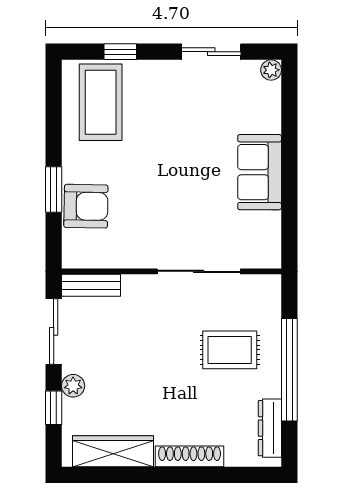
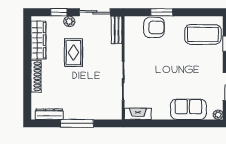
sofa: (260, 172) -> (188, 109), moved
armchair: (86, 206) -> (154, 27), turned -91
fireplace: (269, 240) -> (138, 114), added
rug: (230, 350) -> (73, 53), moved
window: (289, 370) -> (77, 123), width x0.68

